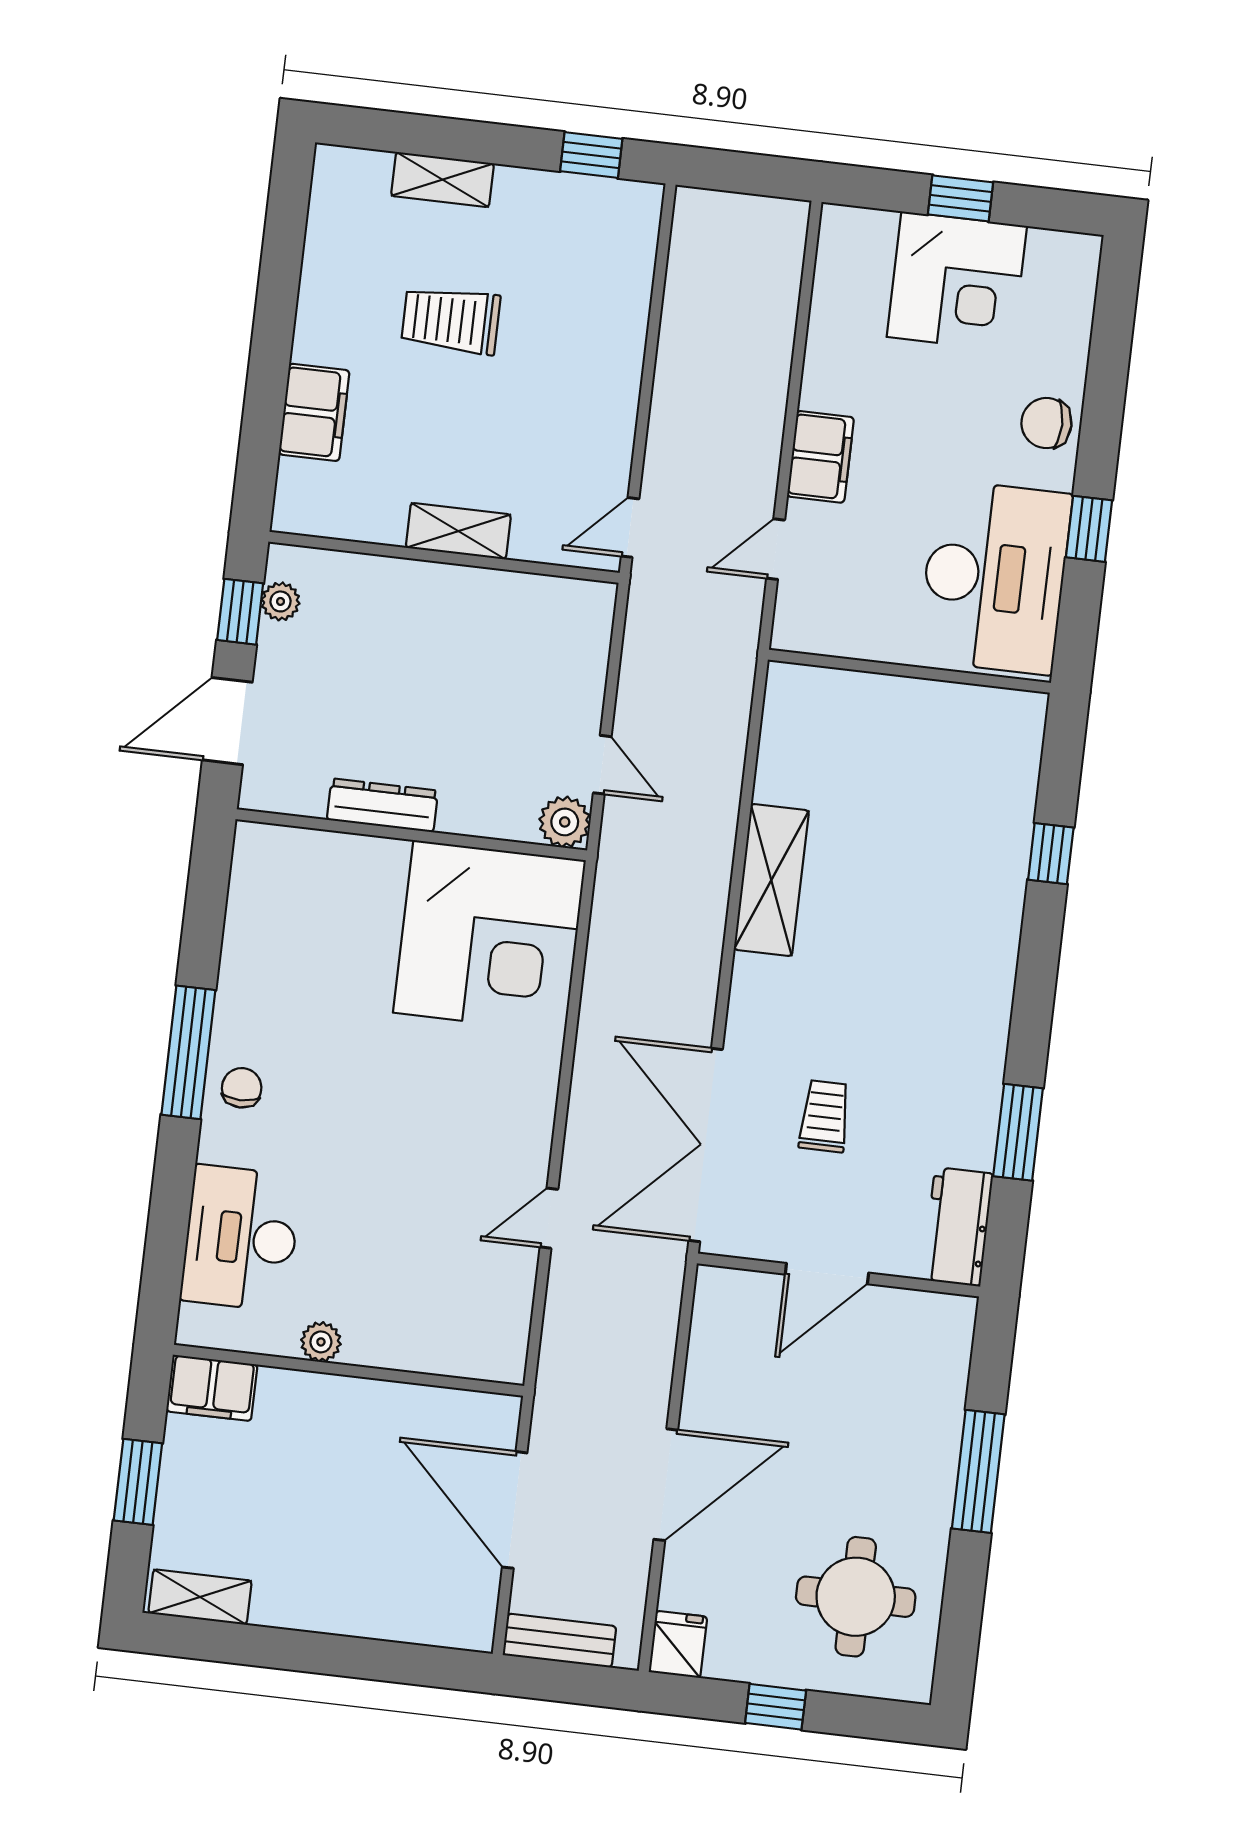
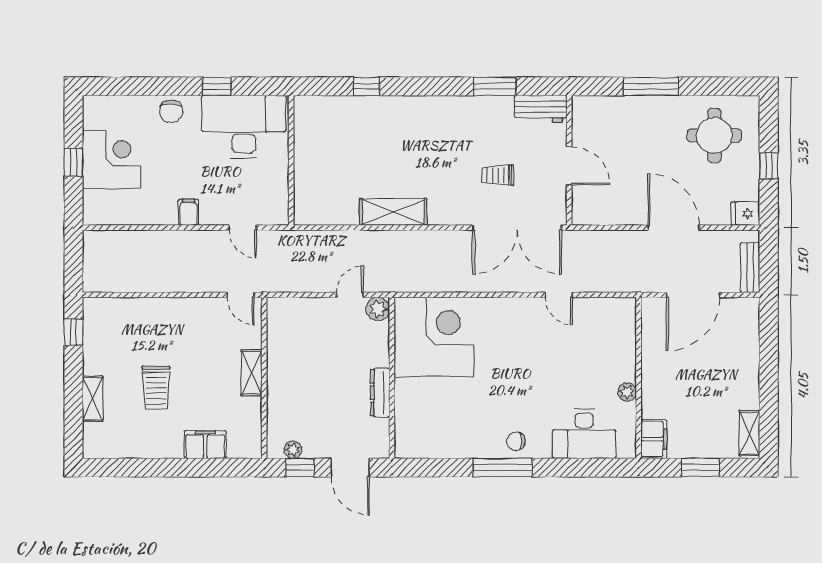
filing cabinet: (820, 457) -> (189, 212), width x0.50

